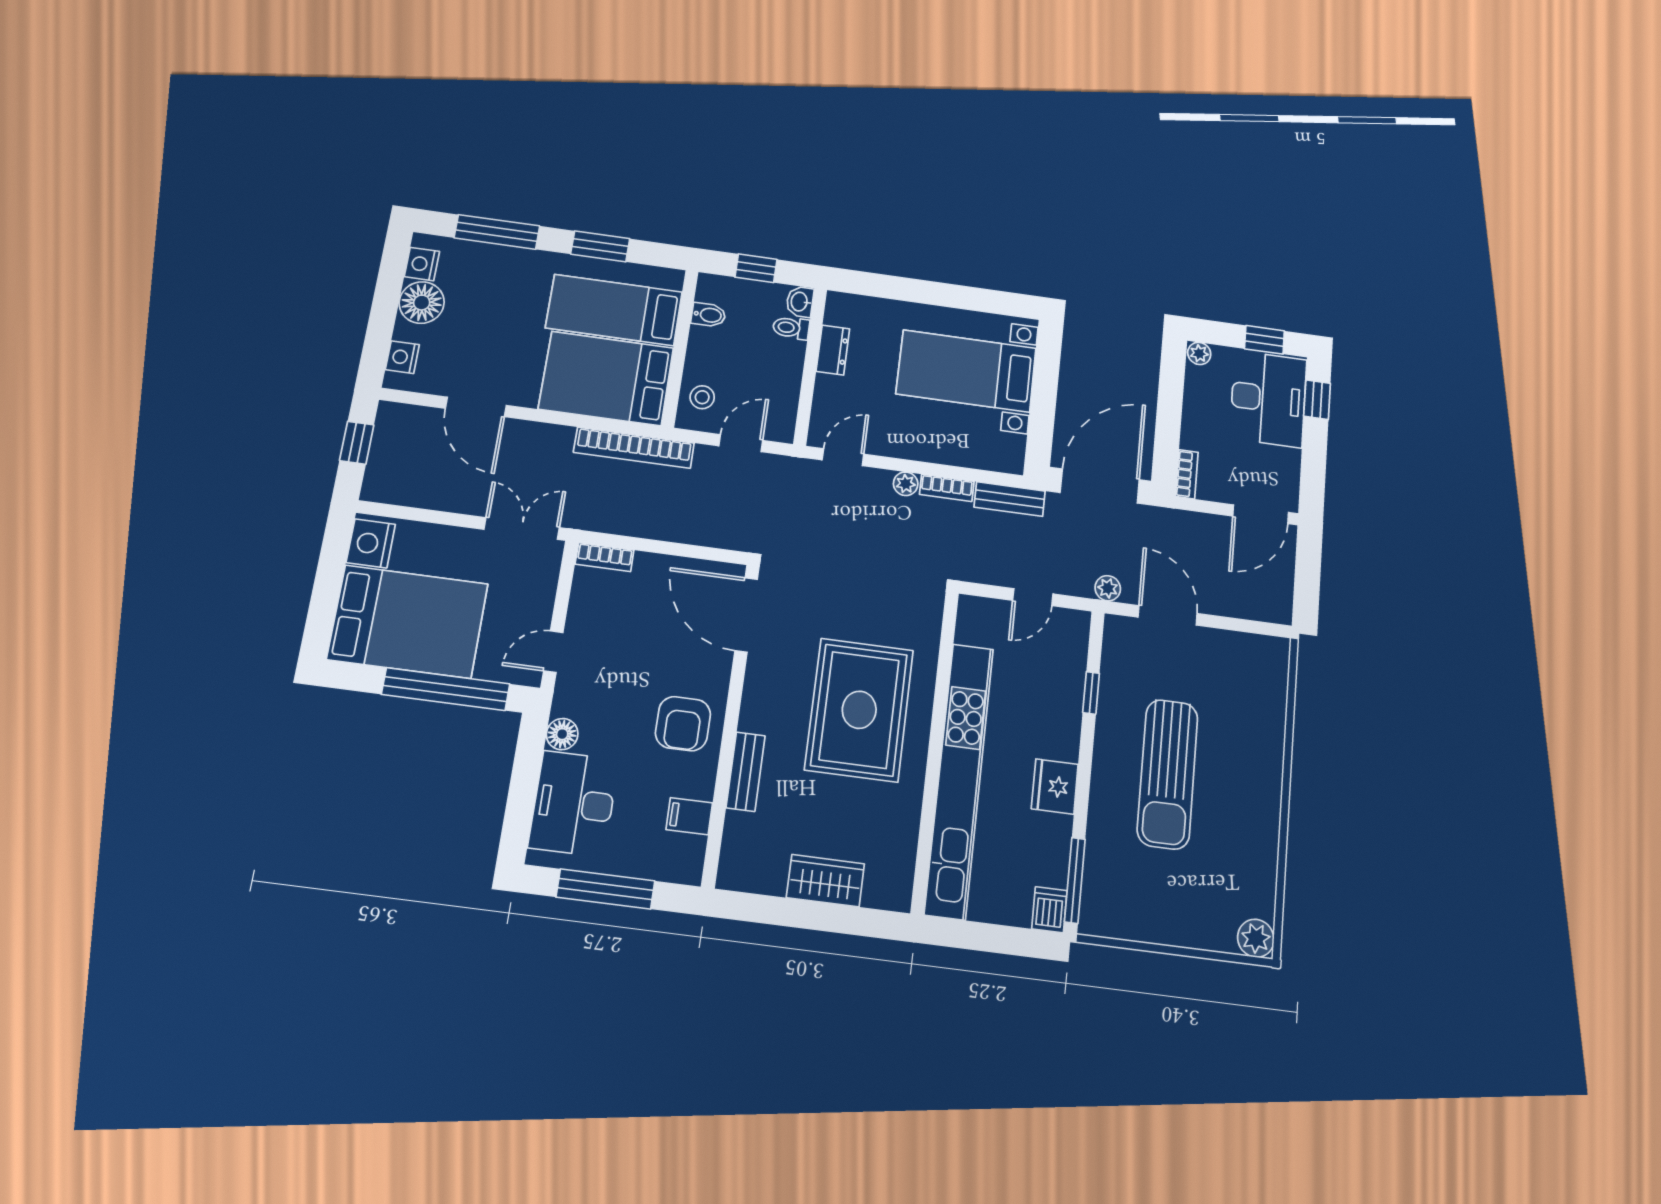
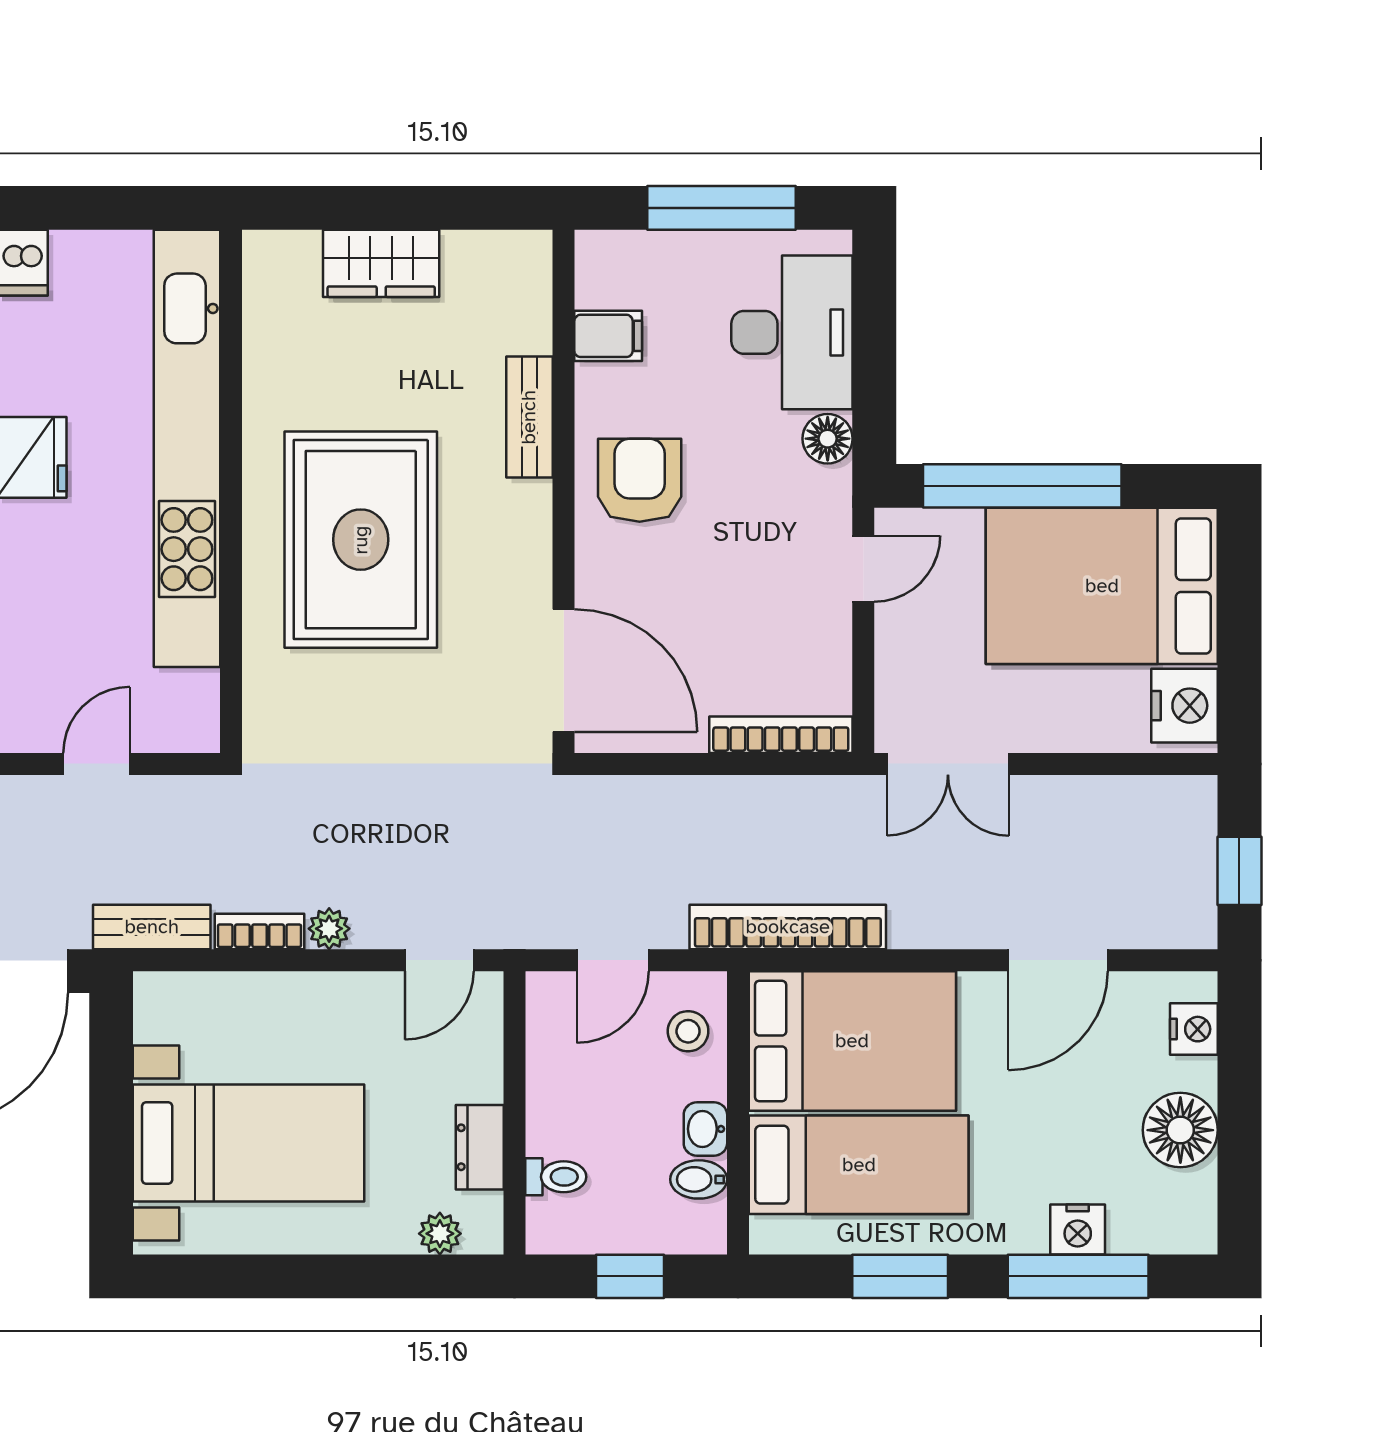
nightstand: (422, 264) -> (1078, 1229), moved, turned 90
washbasin: (800, 302) -> (705, 1129), moved, turned 180
plant: (862, 307) -> (440, 1234), added
door: (476, 407) -> (1058, 960), swing flipped
bookcase: (605, 557) -> (781, 735), width x1.56

